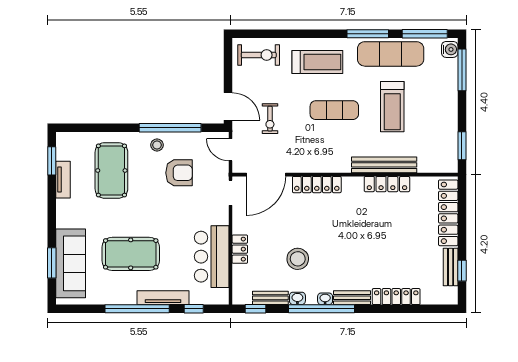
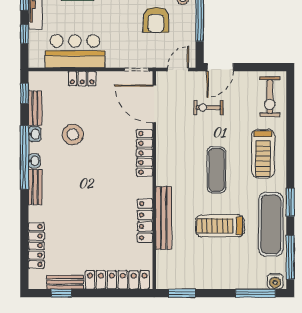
window: (368, 34) -> (290, 202), width x0.69
locker: (396, 297) -> (36, 246), moved

